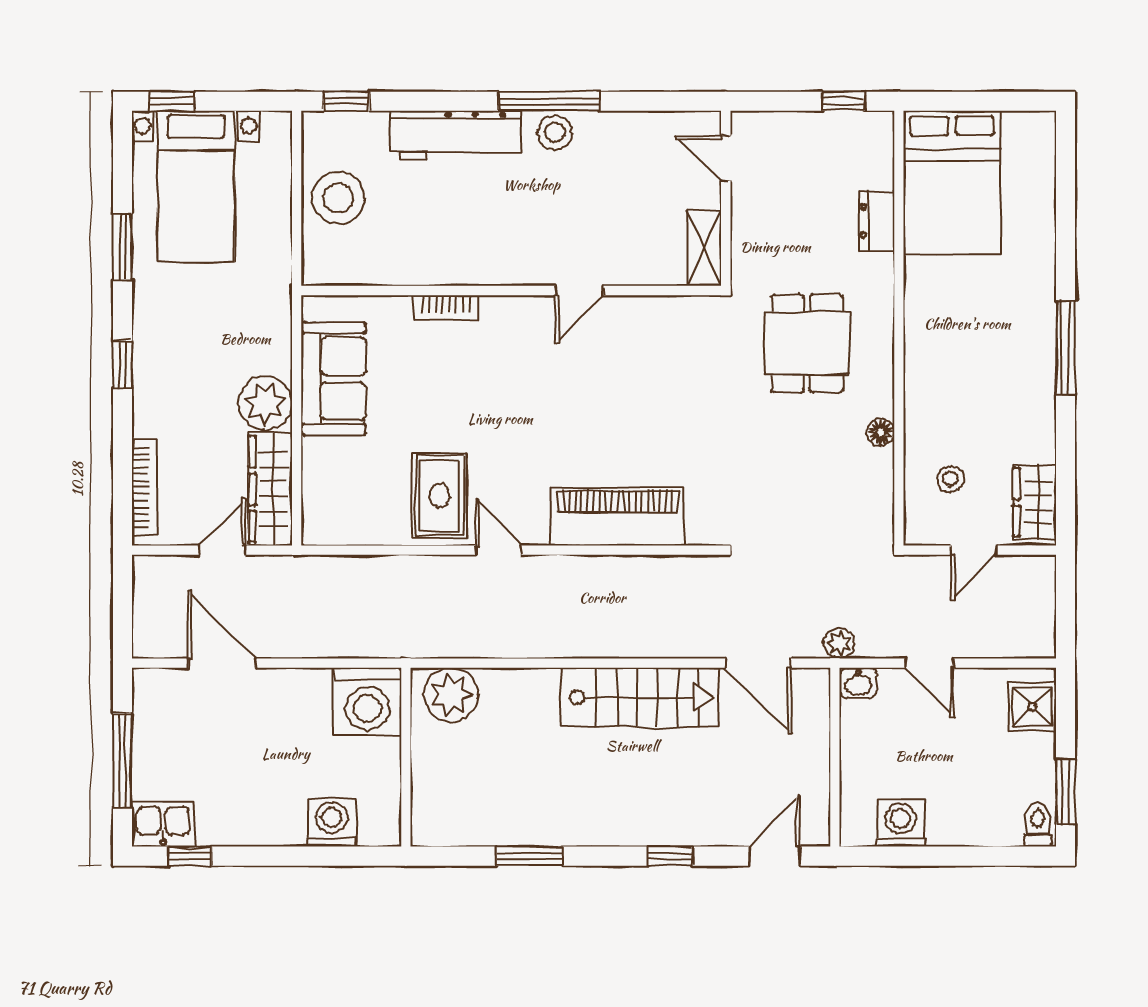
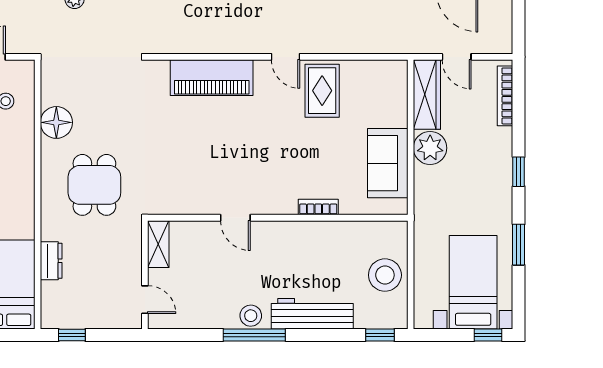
door: (580, 290) -> (235, 218), swing flipped
floor lamp: (881, 432) -> (56, 122), width x1.89, depth x1.89
door: (222, 550) -> (457, 57), hinge flipped

